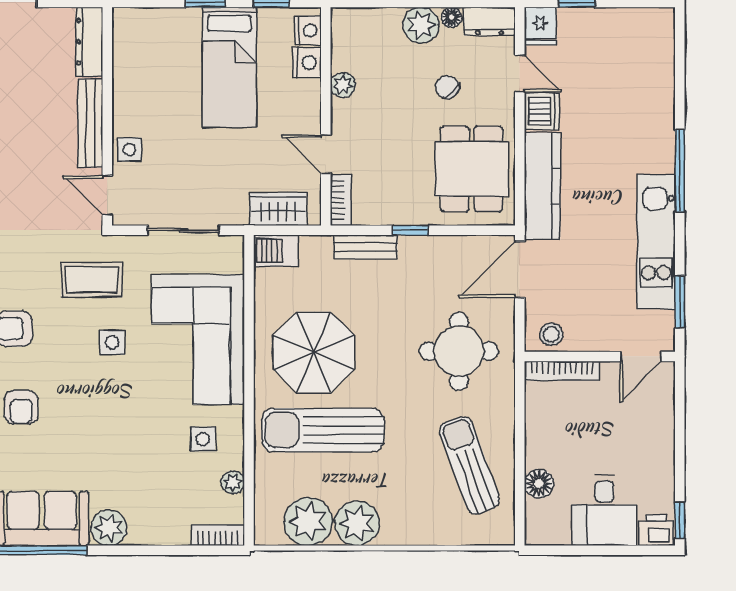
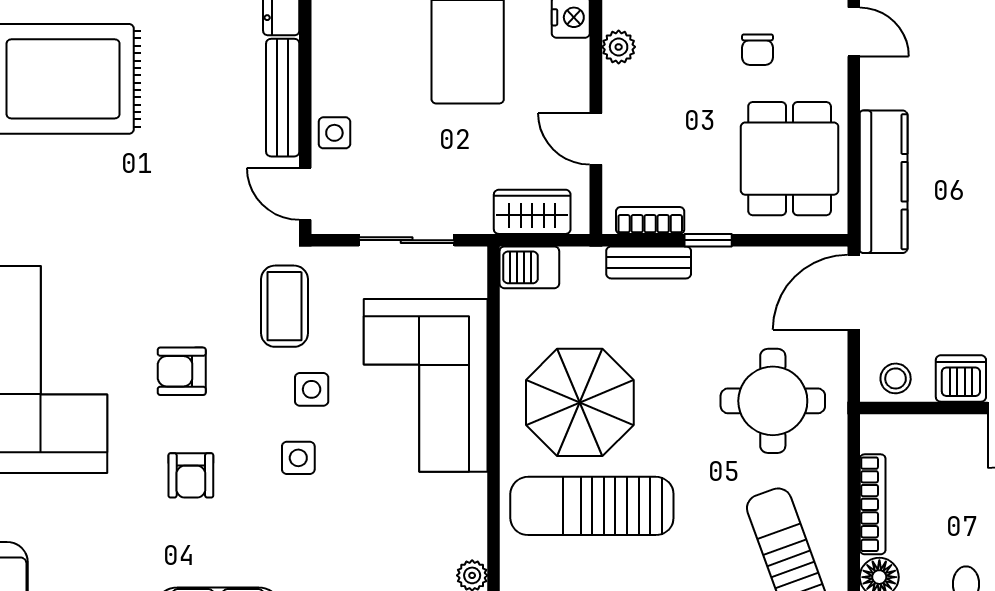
chair: (447, 87) -> (757, 50), turned -136
dishwasher: (542, 111) -> (961, 378), moved, turned -90
bookcase: (341, 200) -> (650, 220), moved, turned -90
coffee table: (92, 280) -> (285, 306), turned 90
bookcase: (562, 371) -> (873, 504), moved, turned -90
side table: (203, 439) -> (298, 458), moved

